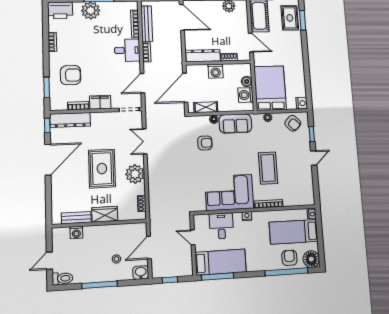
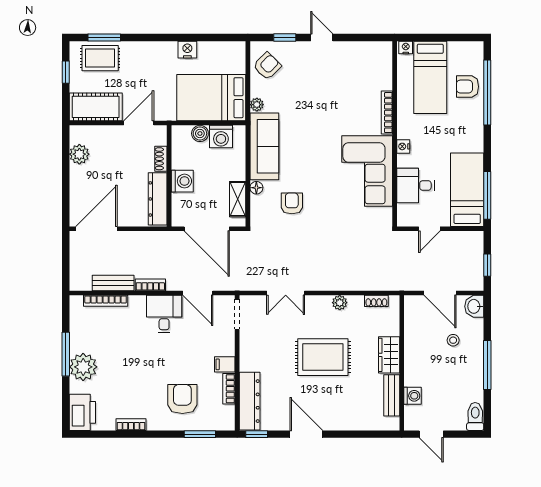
bench: (147, 24) -> (113, 283), width x0.73
desk: (127, 50) -> (164, 314), moved
filing cabinet: (100, 102) -> (225, 364), width x0.50
nightstand: (302, 103) -> (187, 50), moved
sofa: (235, 124) -> (264, 146), width x1.36
door: (48, 160) -> (306, 434), width x0.73
coffee table: (268, 168) -> (334, 109), removed
plant: (135, 174) -> (340, 303), width x0.53, depth x0.53
floor lamp: (311, 259) -> (471, 53), removed
door: (49, 261) -> (431, 434), moved

